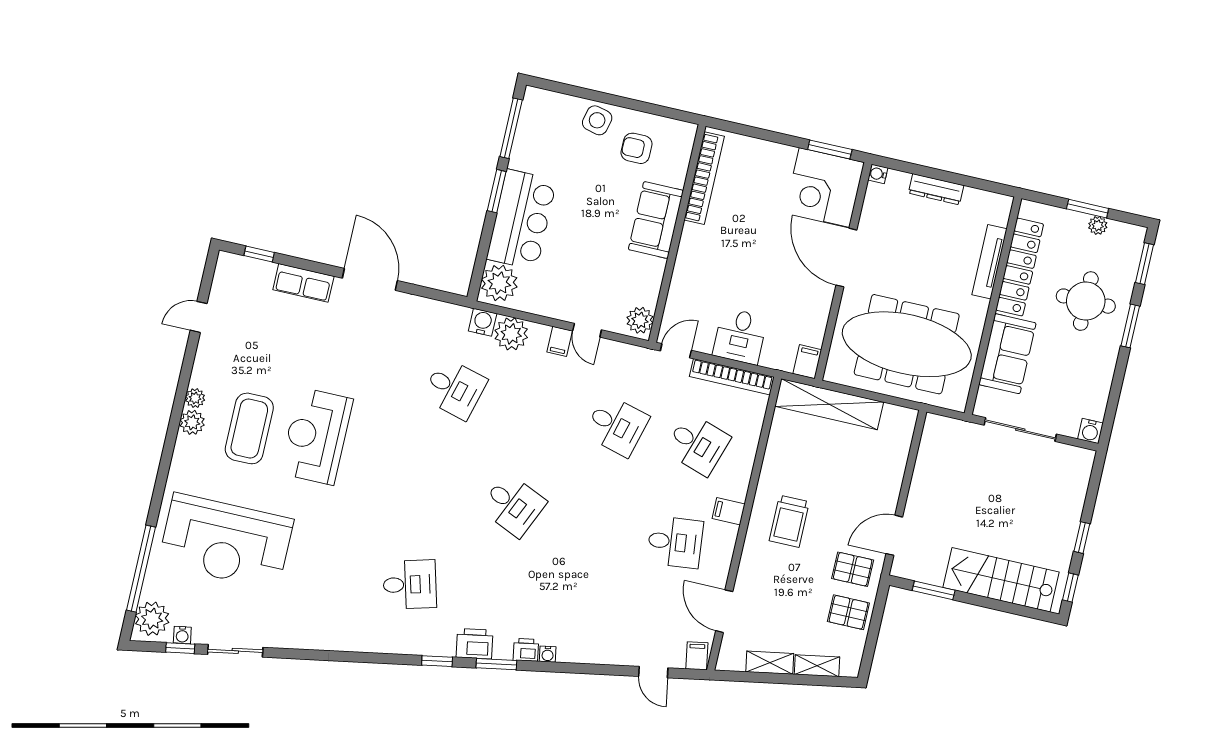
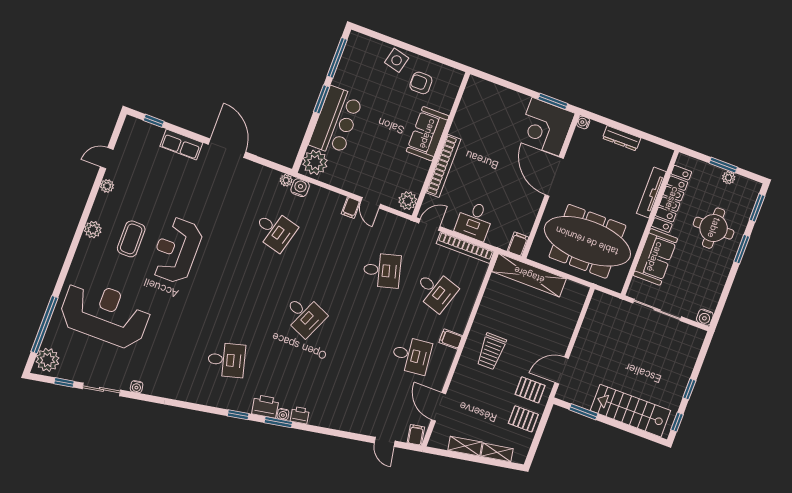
bookcase: (704, 178) -> (443, 166), moved
plant: (511, 334) -> (286, 180), moved, width x0.53, depth x0.53
plant: (195, 398) -> (107, 186), moved
desk: (617, 426) -> (382, 270), turned -30
coffee table: (249, 428) -> (131, 239), width x0.73, depth x0.76
reception desk: (226, 542) -> (105, 314), turned 180
water cooler: (182, 635) -> (137, 387), moved
water cooler: (548, 654) -> (283, 414), moved

